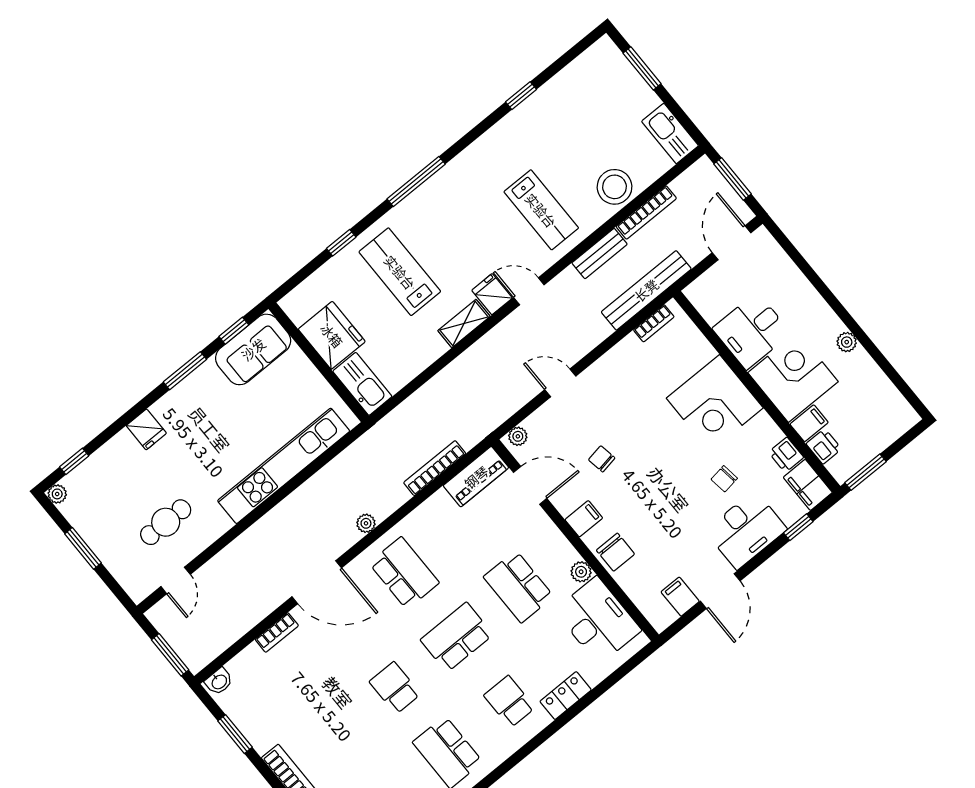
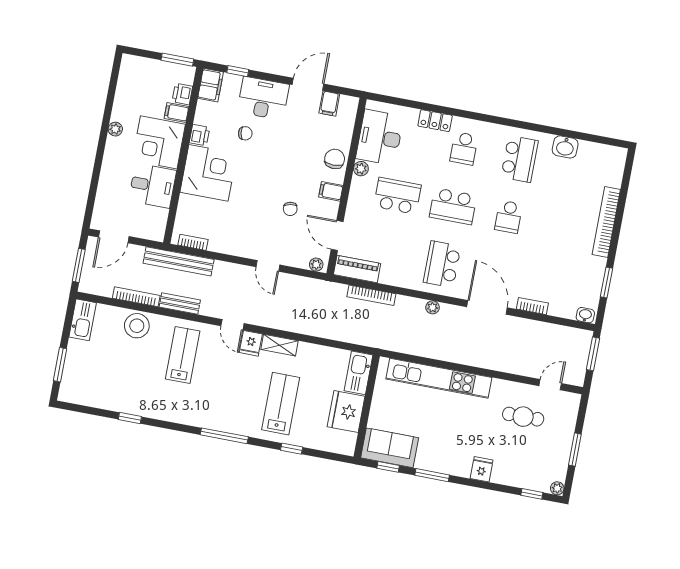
lab bench: (400, 272) -> (281, 404), turned 180
printer: (786, 455) -> (199, 135), moved
school desk: (519, 587) -> (397, 196), turned -90

